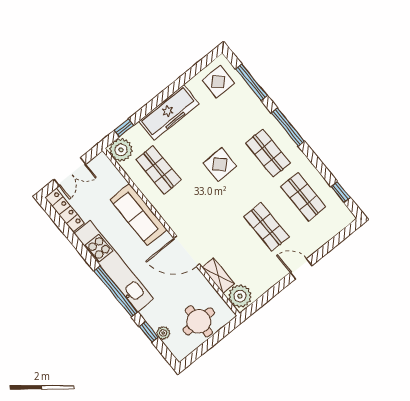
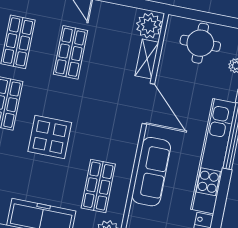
display table: (220, 164) -> (50, 137), width x1.36, depth x1.36

